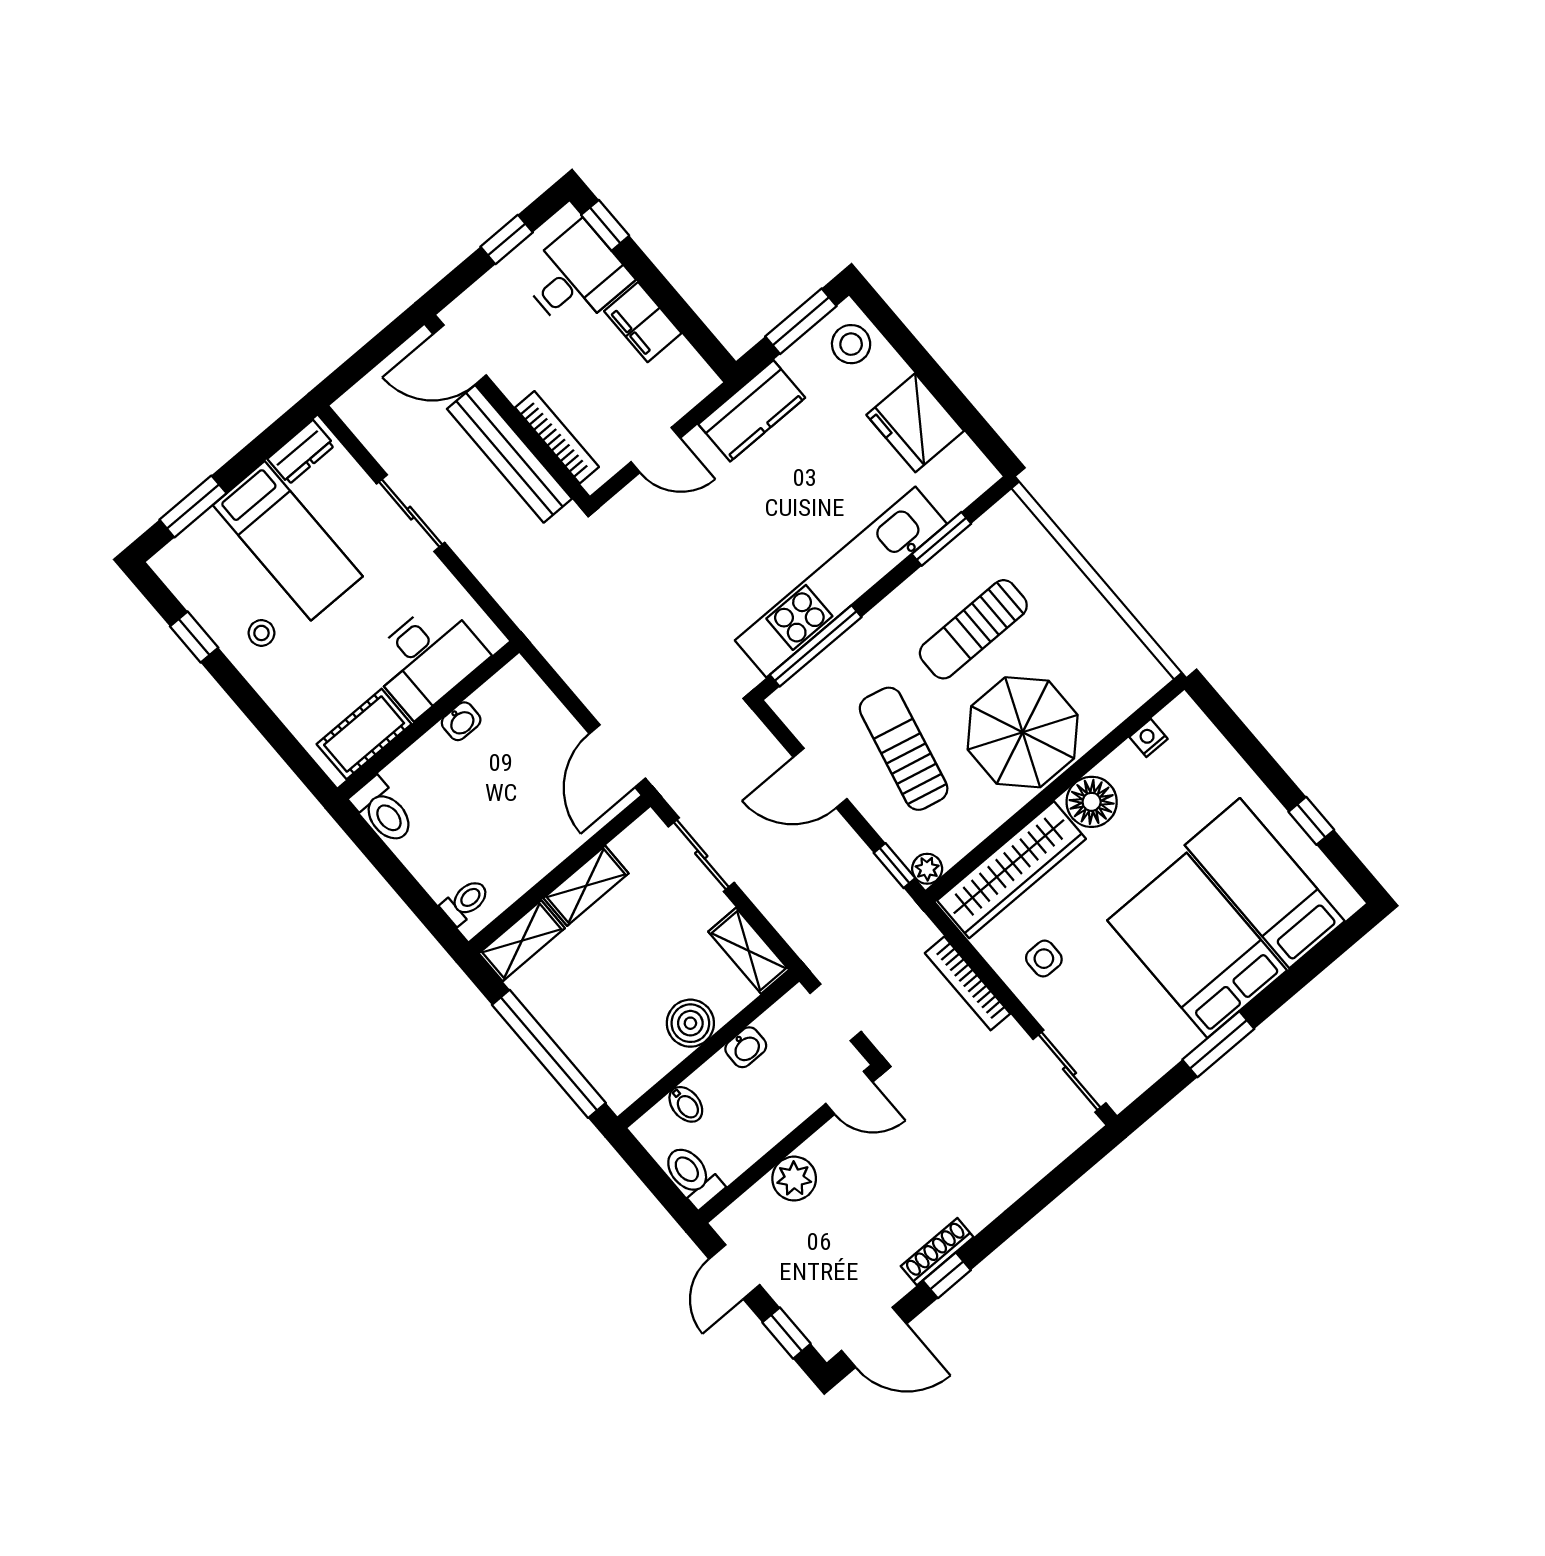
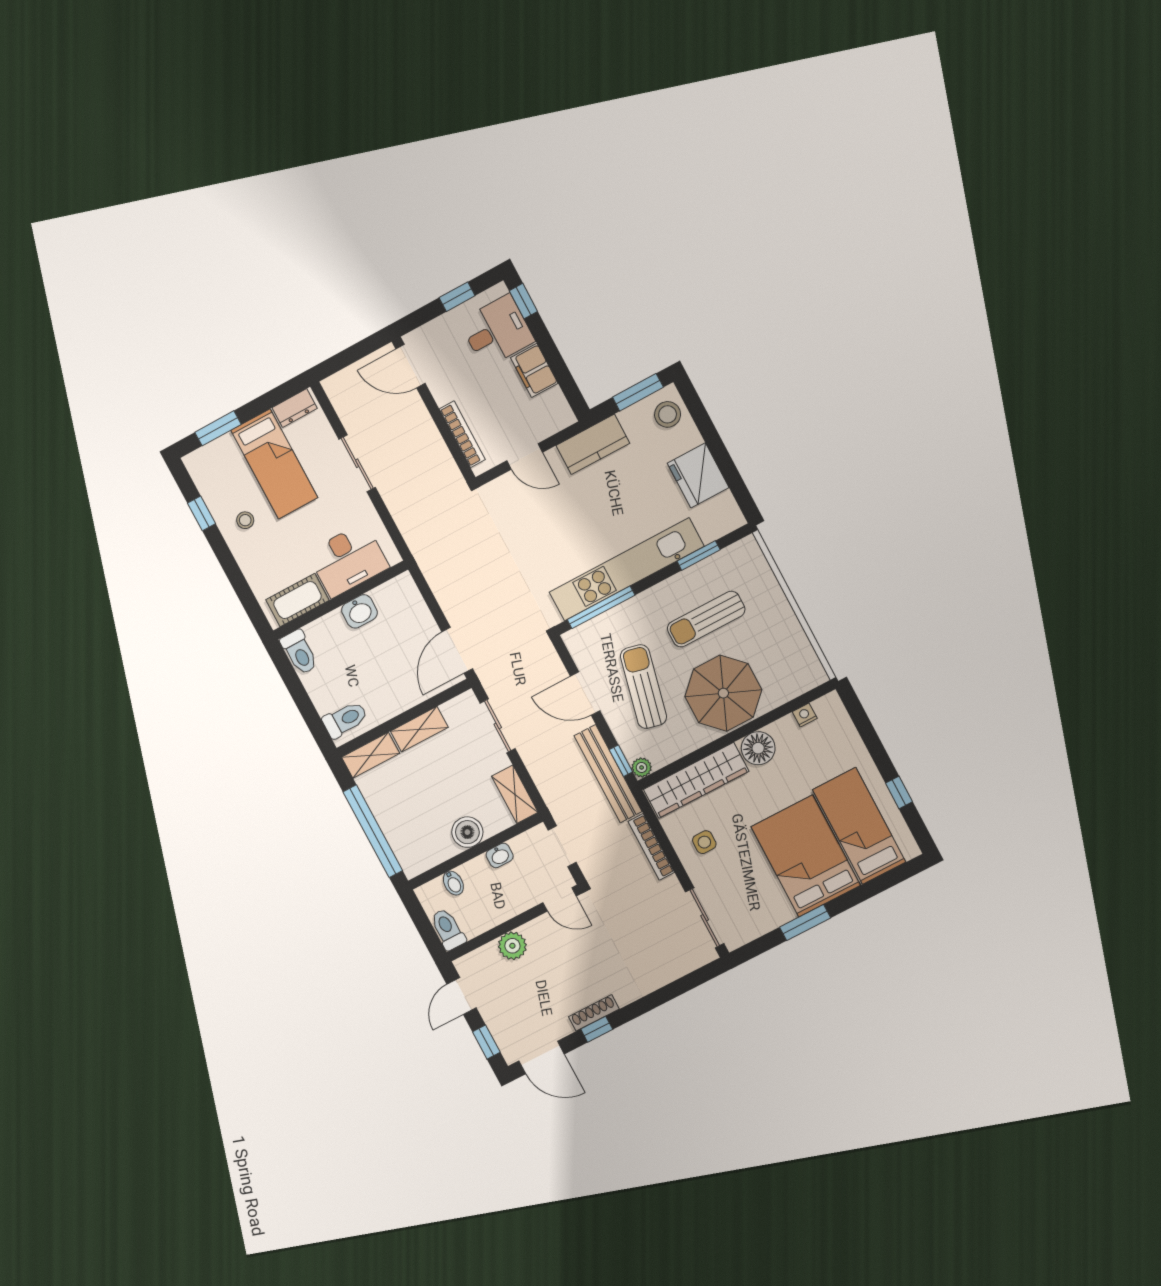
bench: (509, 454) -> (608, 774), moved
washbasin: (461, 721) -> (359, 611), width x1.38, depth x1.45
toilet: (465, 902) -> (345, 719), width x1.37, depth x1.39

